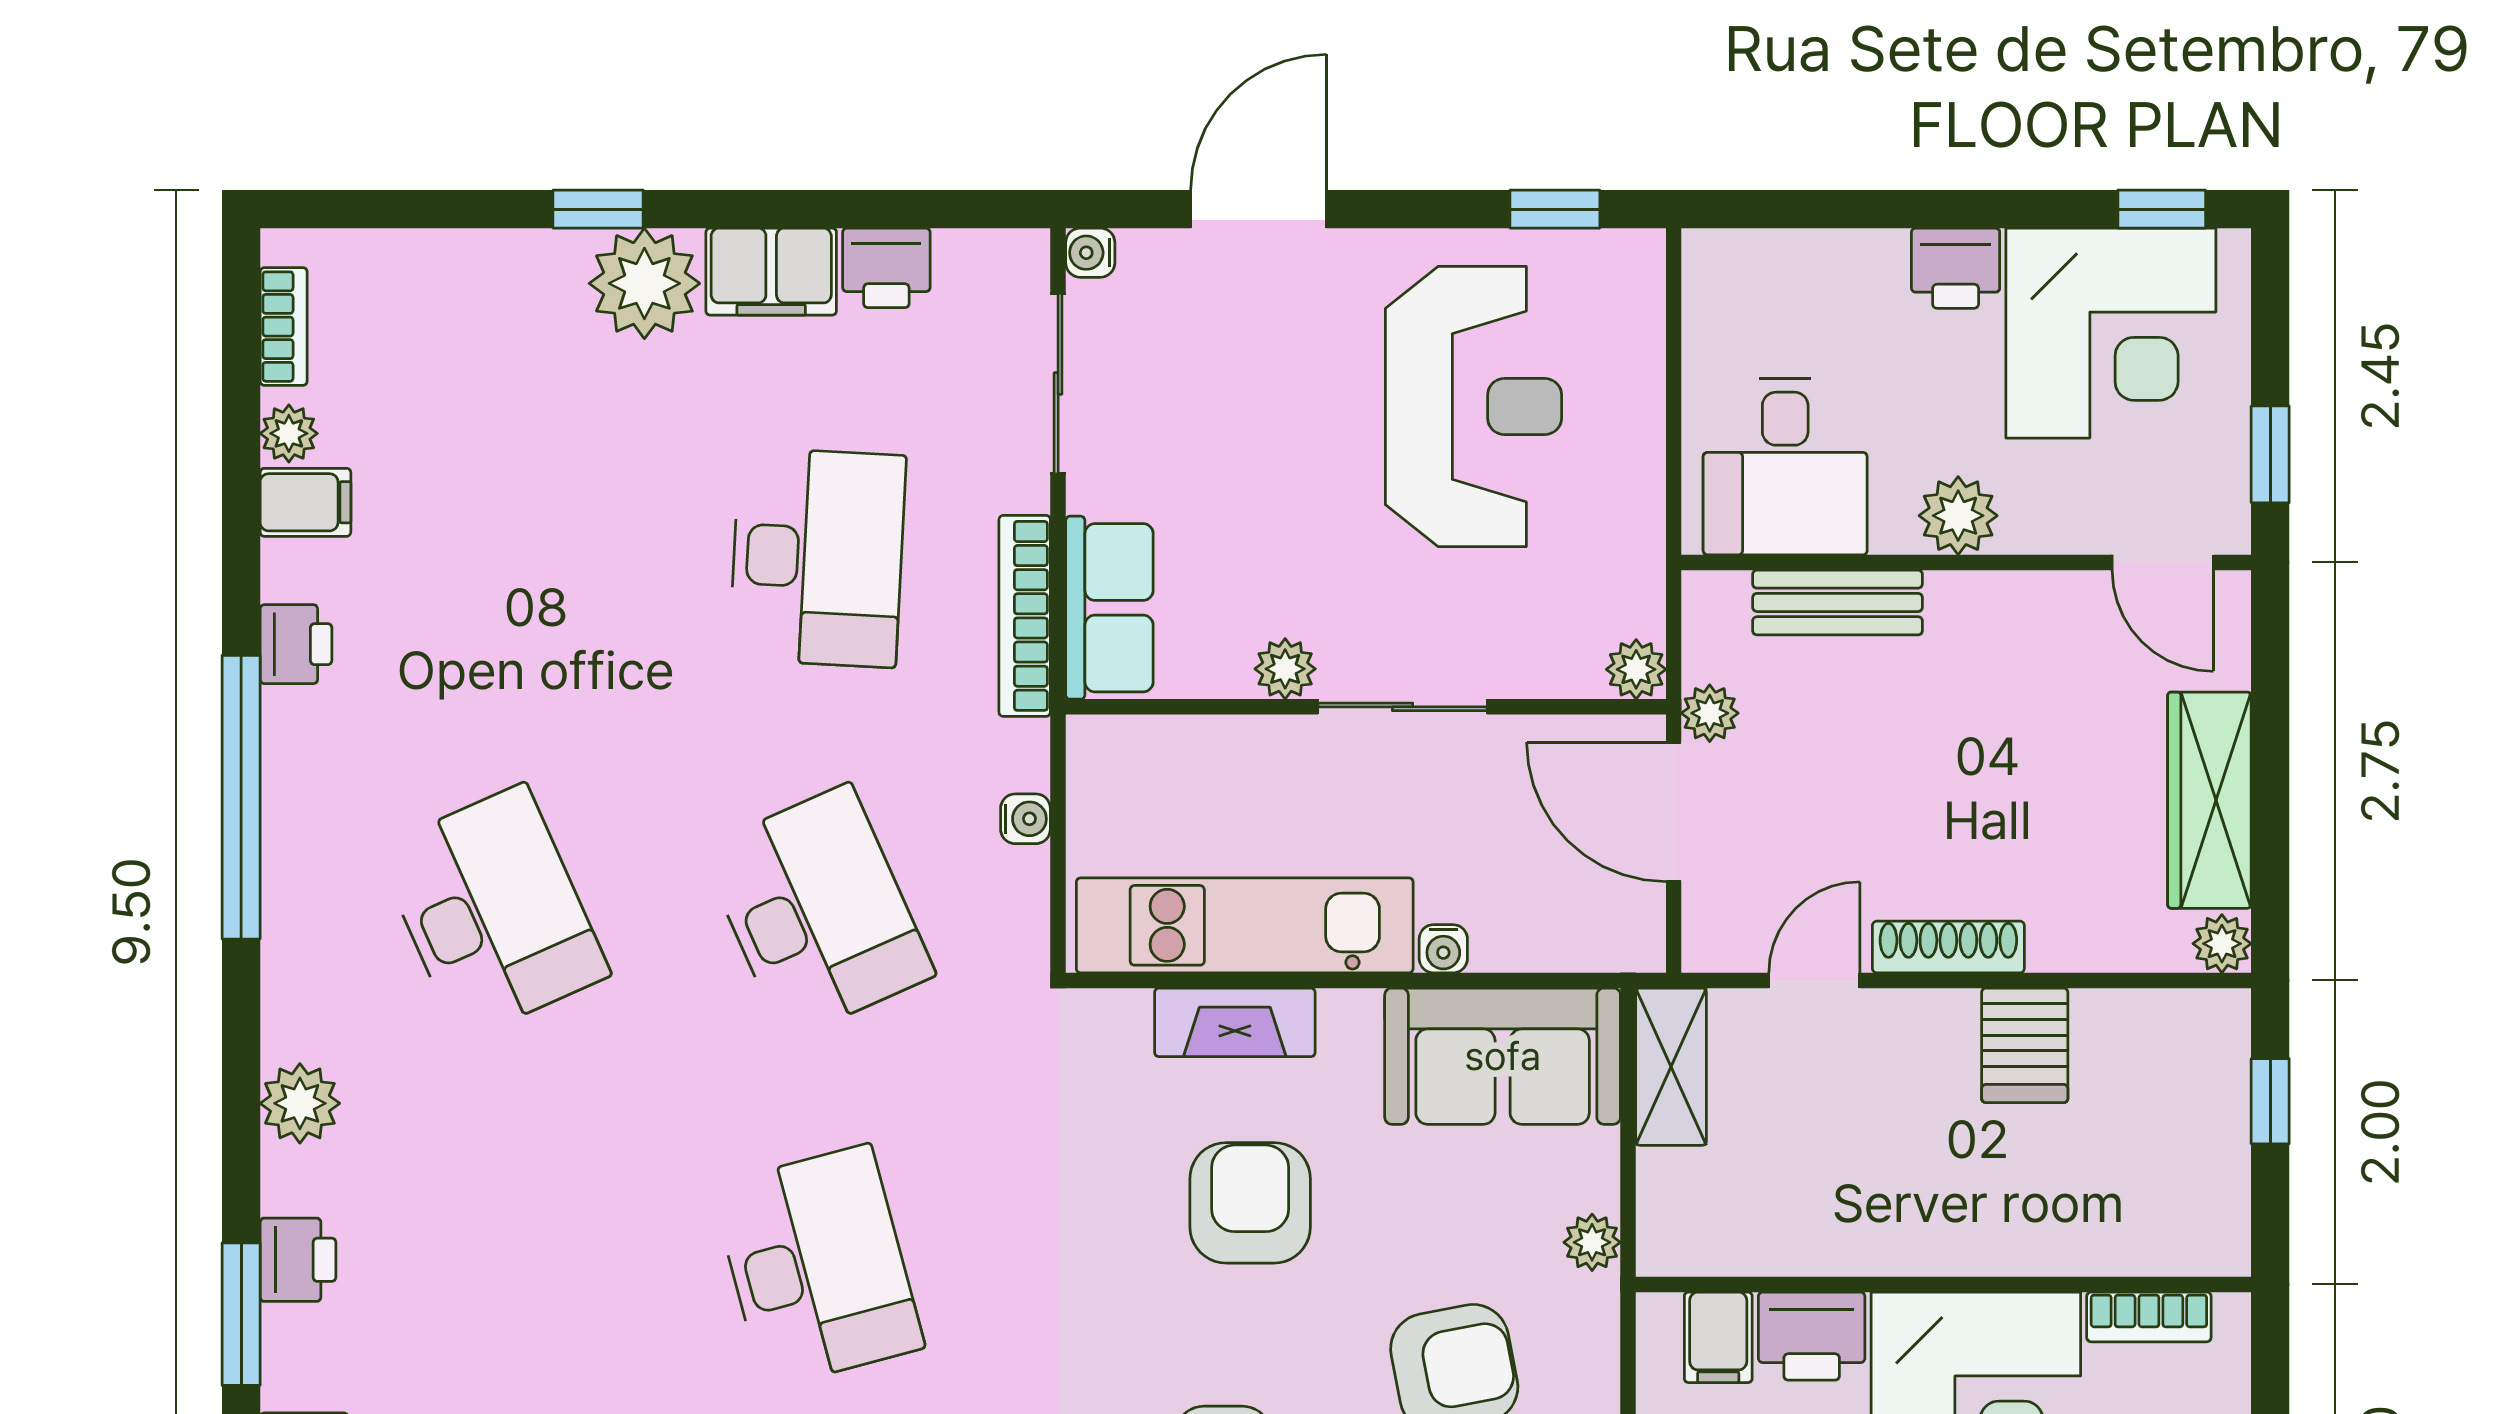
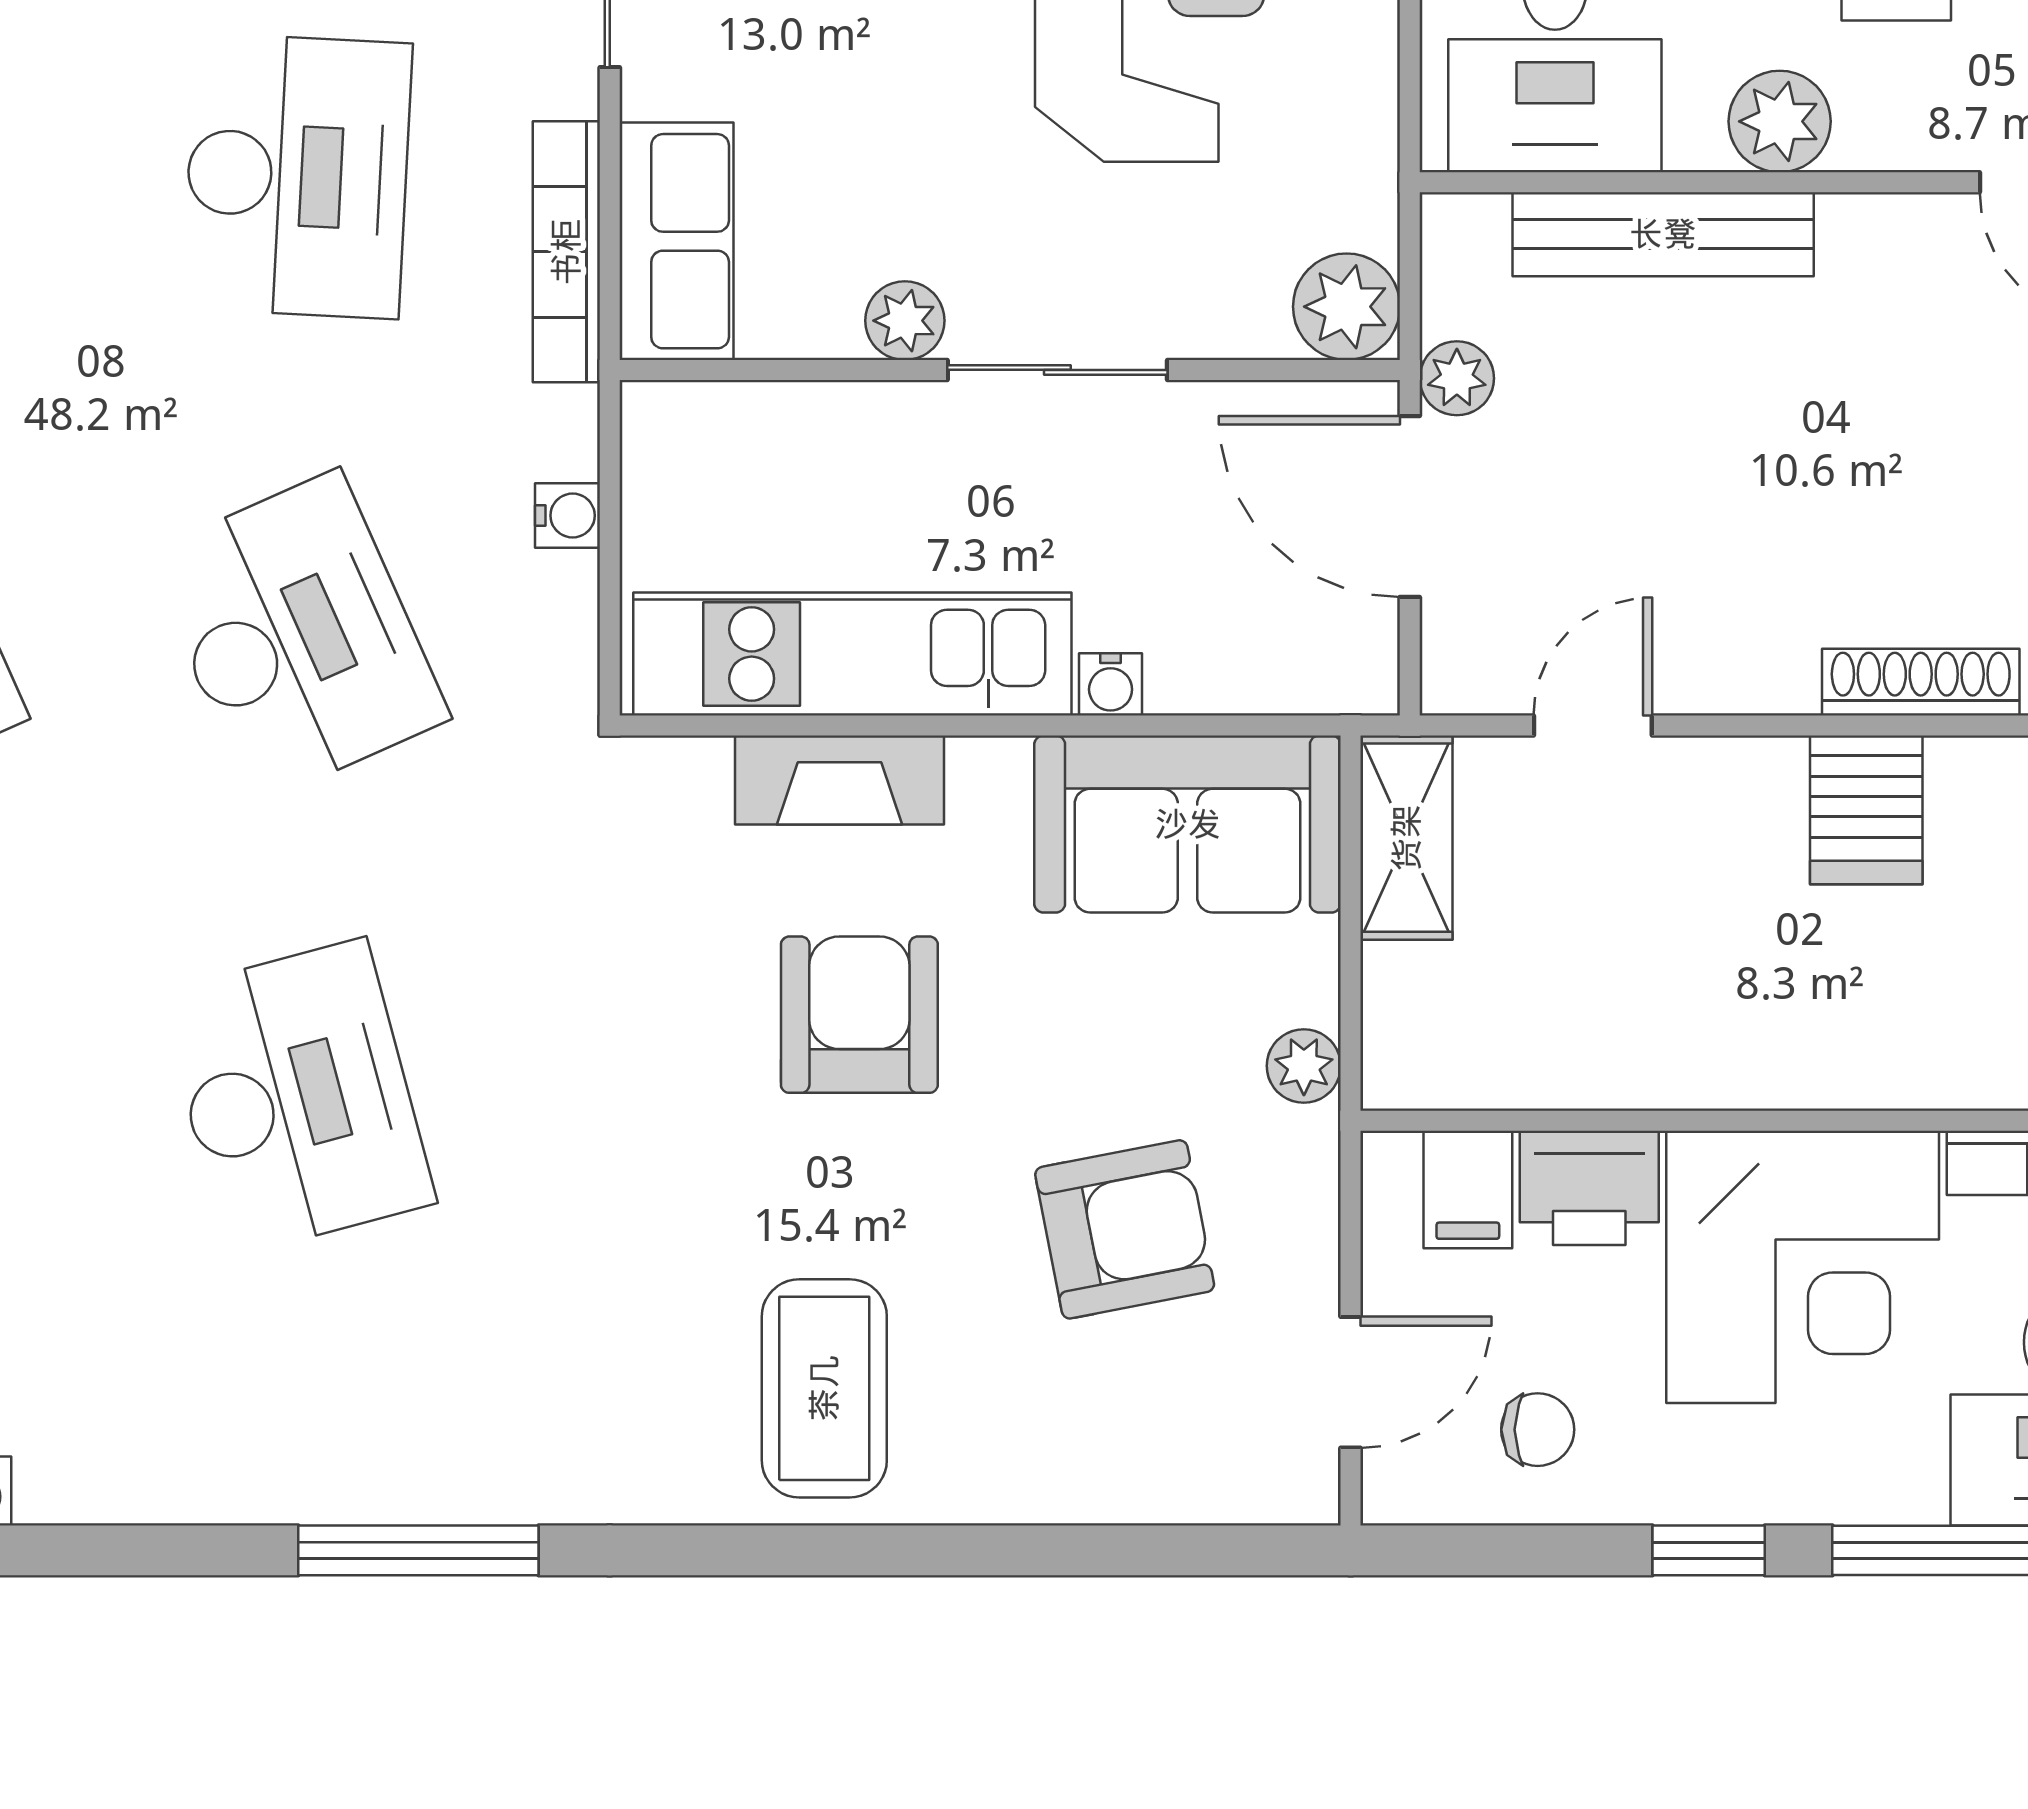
bench: (1838, 602) -> (1663, 234), width x1.36
plant: (1636, 669) -> (1347, 307), width x1.38, depth x1.38
shoe rack: (1948, 947) -> (1921, 682), moved

